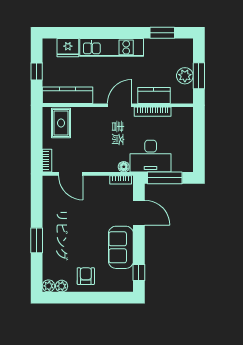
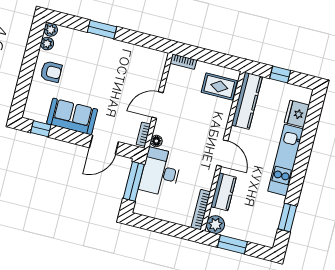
plant: (185, 76) -> (215, 225), moved
bookcase: (153, 112) -> (201, 210), moved
door: (71, 174) -> (158, 105), moved

